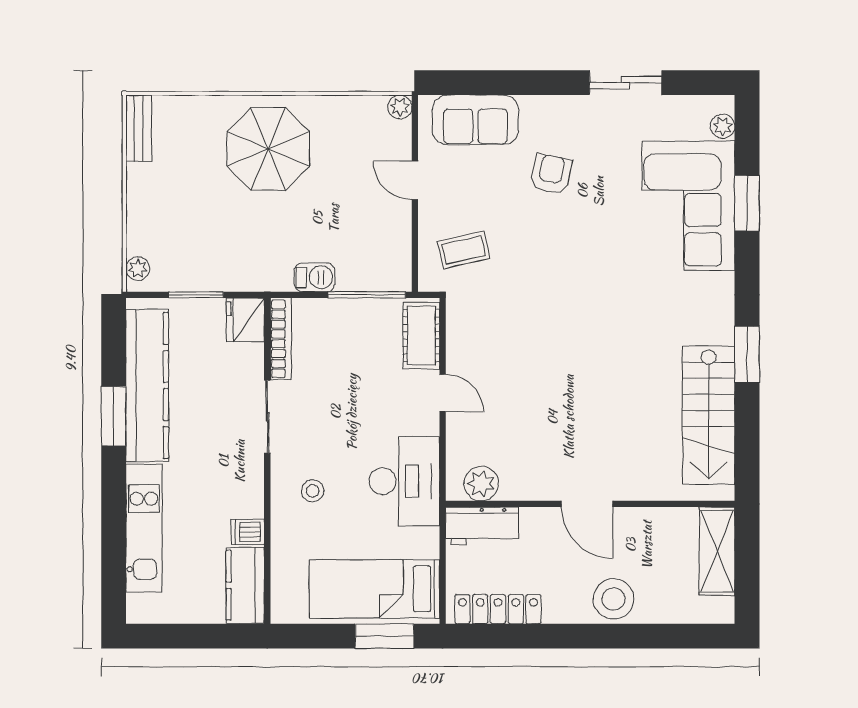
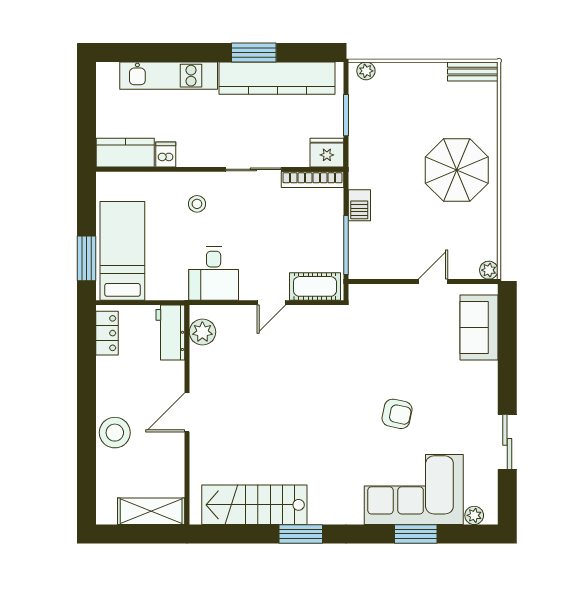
armchair: (551, 174) -> (397, 414), moved
coffee table: (464, 250) -> (380, 319), removed
desk: (404, 481) -> (214, 274), width x0.73
locker: (498, 609) -> (107, 333), width x0.66

